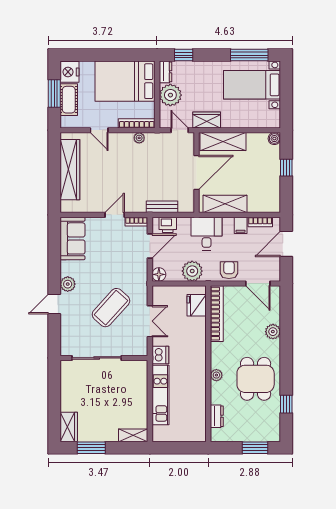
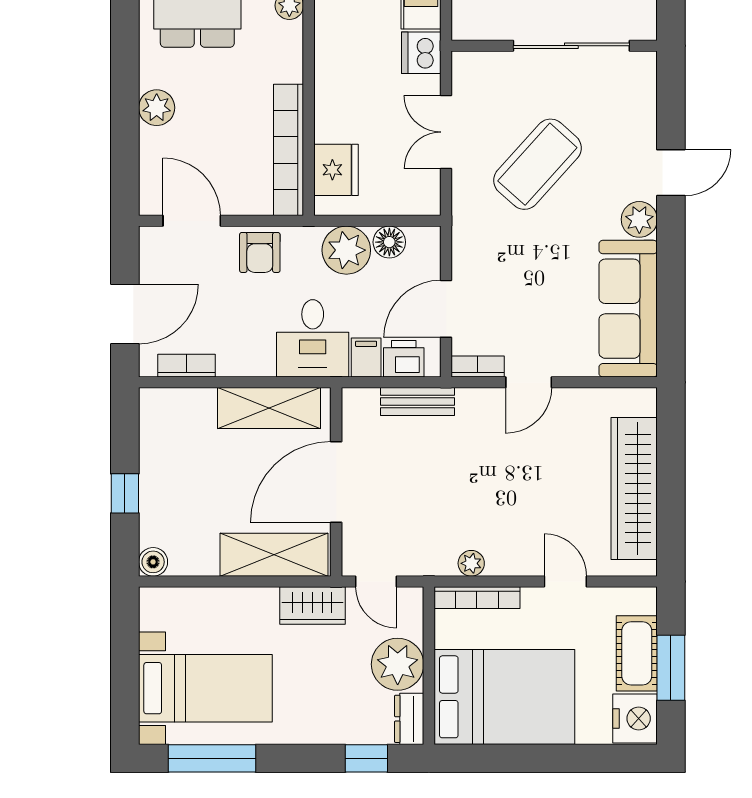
filing cabinet: (241, 225) -> (366, 358), moved
sofa: (72, 238) -> (628, 309), width x1.36
floor lamp: (159, 274) -> (389, 242), moved

